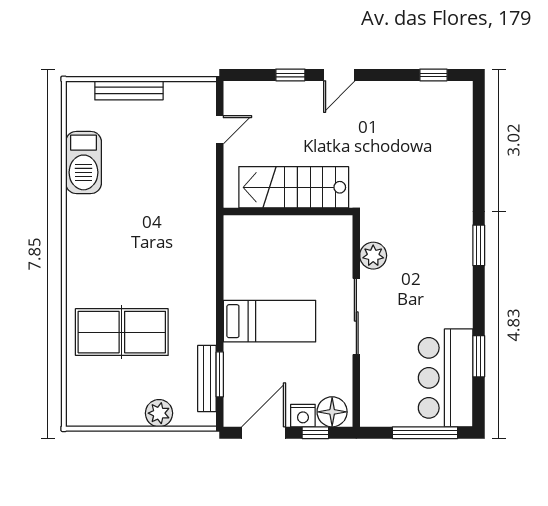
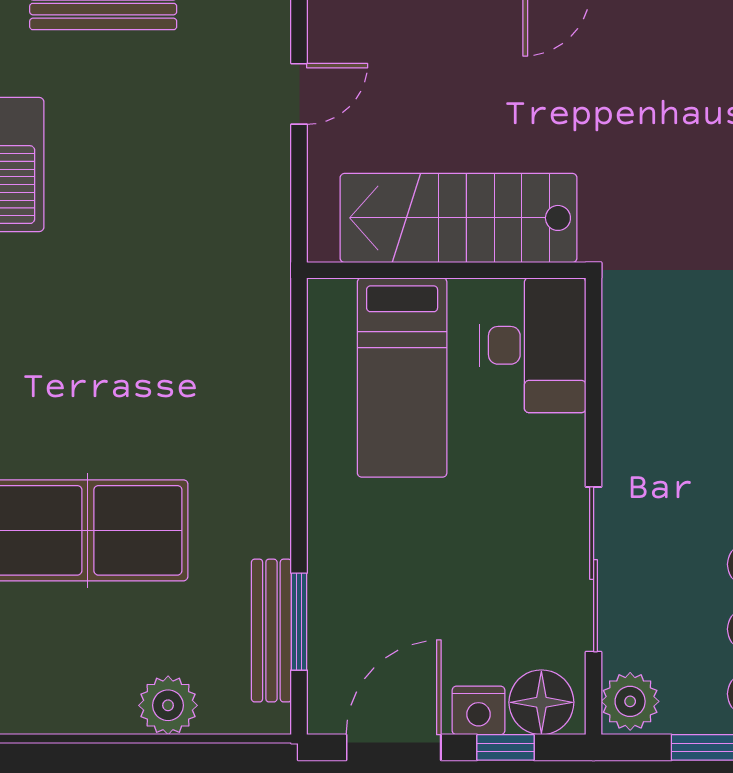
desk: (328, 246) -> (533, 345), added
plant: (373, 256) -> (630, 701), moved
sliding door: (356, 317) -> (594, 569), moved
bed: (269, 321) -> (402, 378), moved, turned 90

